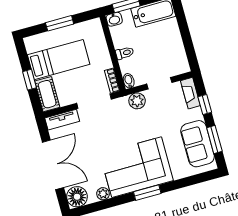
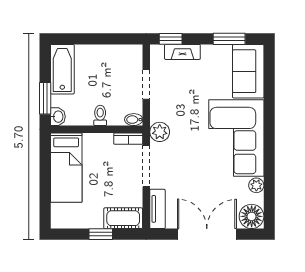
window: (60, 23) -> (45, 181), removed
bed: (59, 60) -> (66, 168), moved, turned 180
fireplace: (190, 93) -> (182, 52), moved
plant: (137, 101) -> (160, 132), moved
window: (205, 104) -> (171, 39), moved
sofa: (198, 144) -> (248, 71), moved, turned 90
window: (147, 193) -> (269, 134), removed

